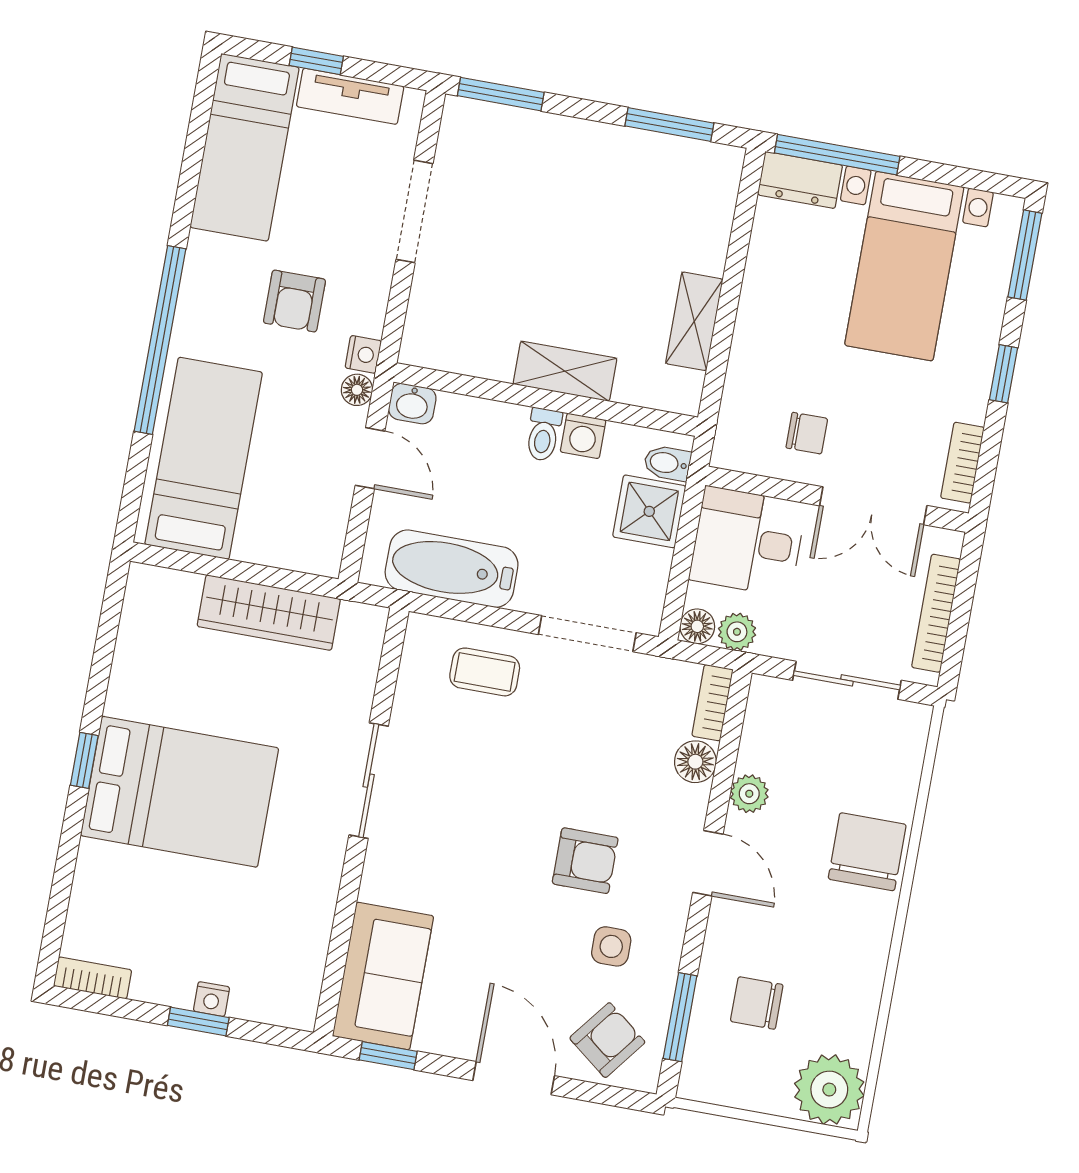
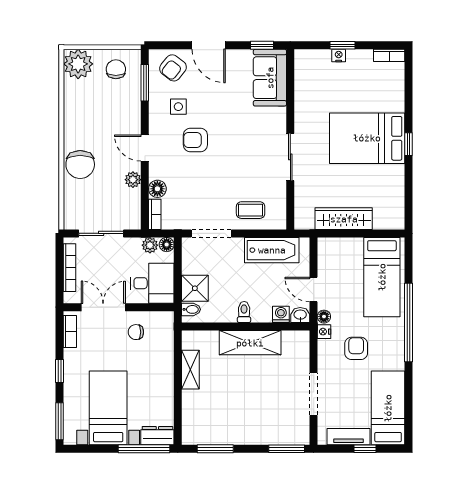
shelving: (565, 371) -> (250, 343), width x1.50, depth x1.33
washing machine: (583, 436) -> (281, 314), moved
chair: (757, 1003) -> (116, 69), moved, turned -90

